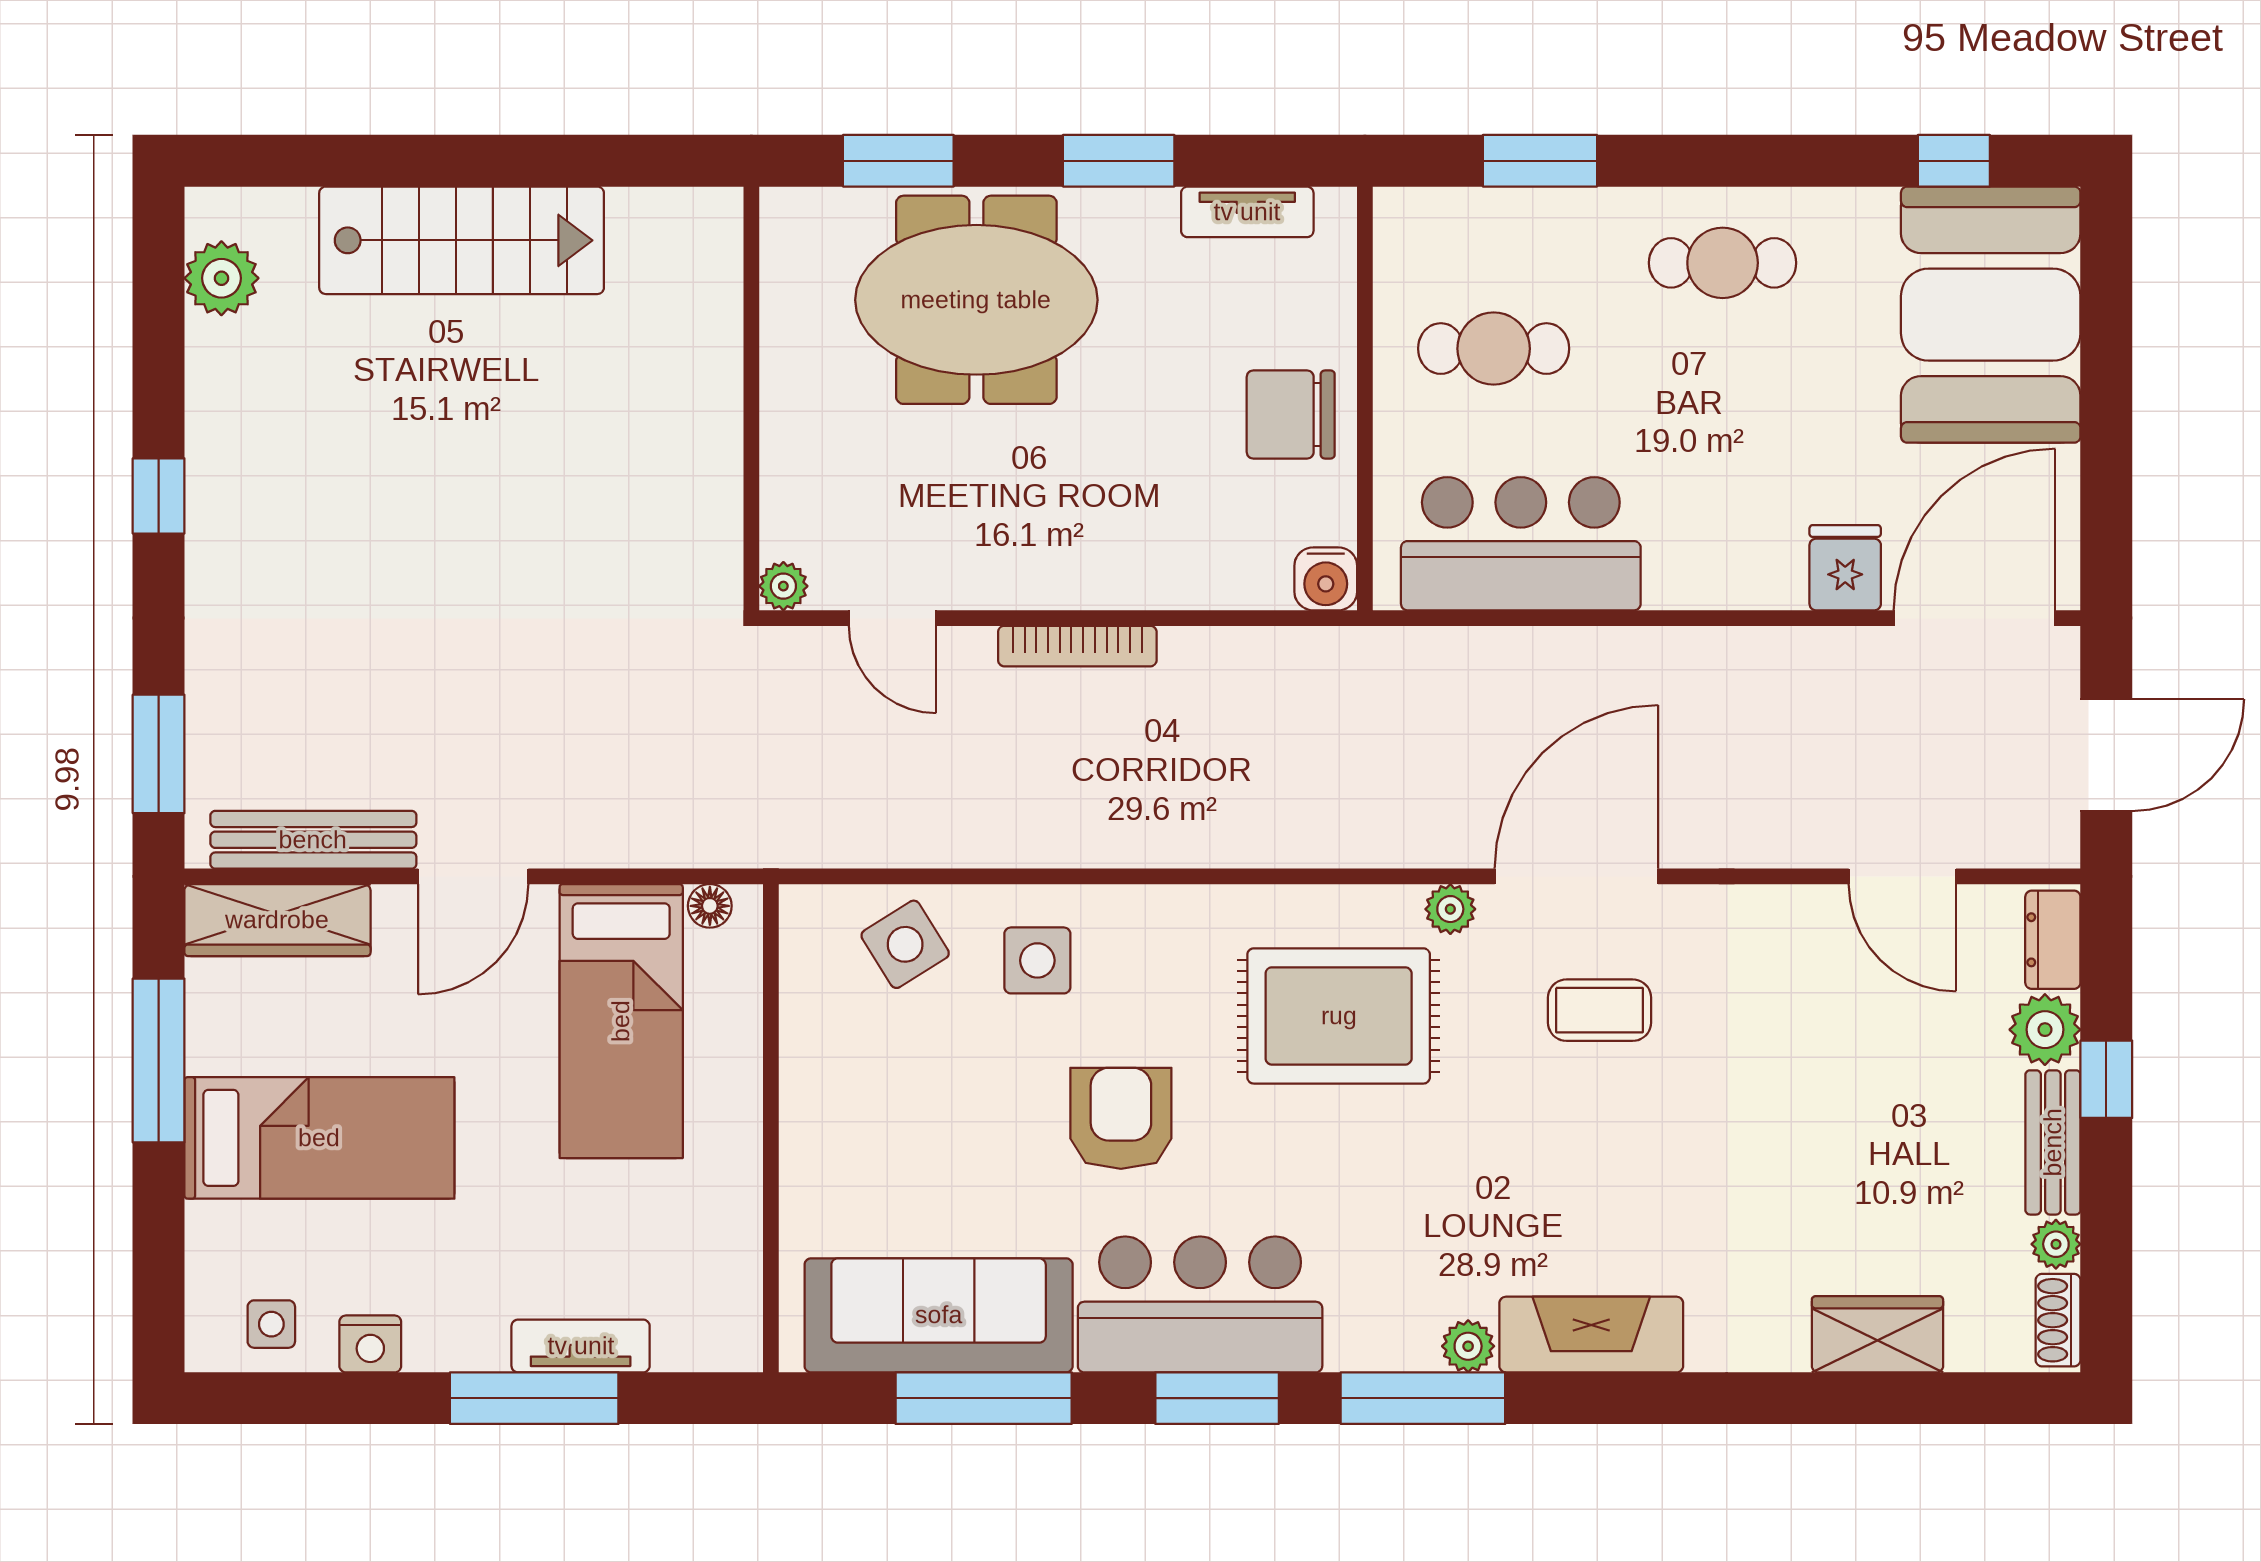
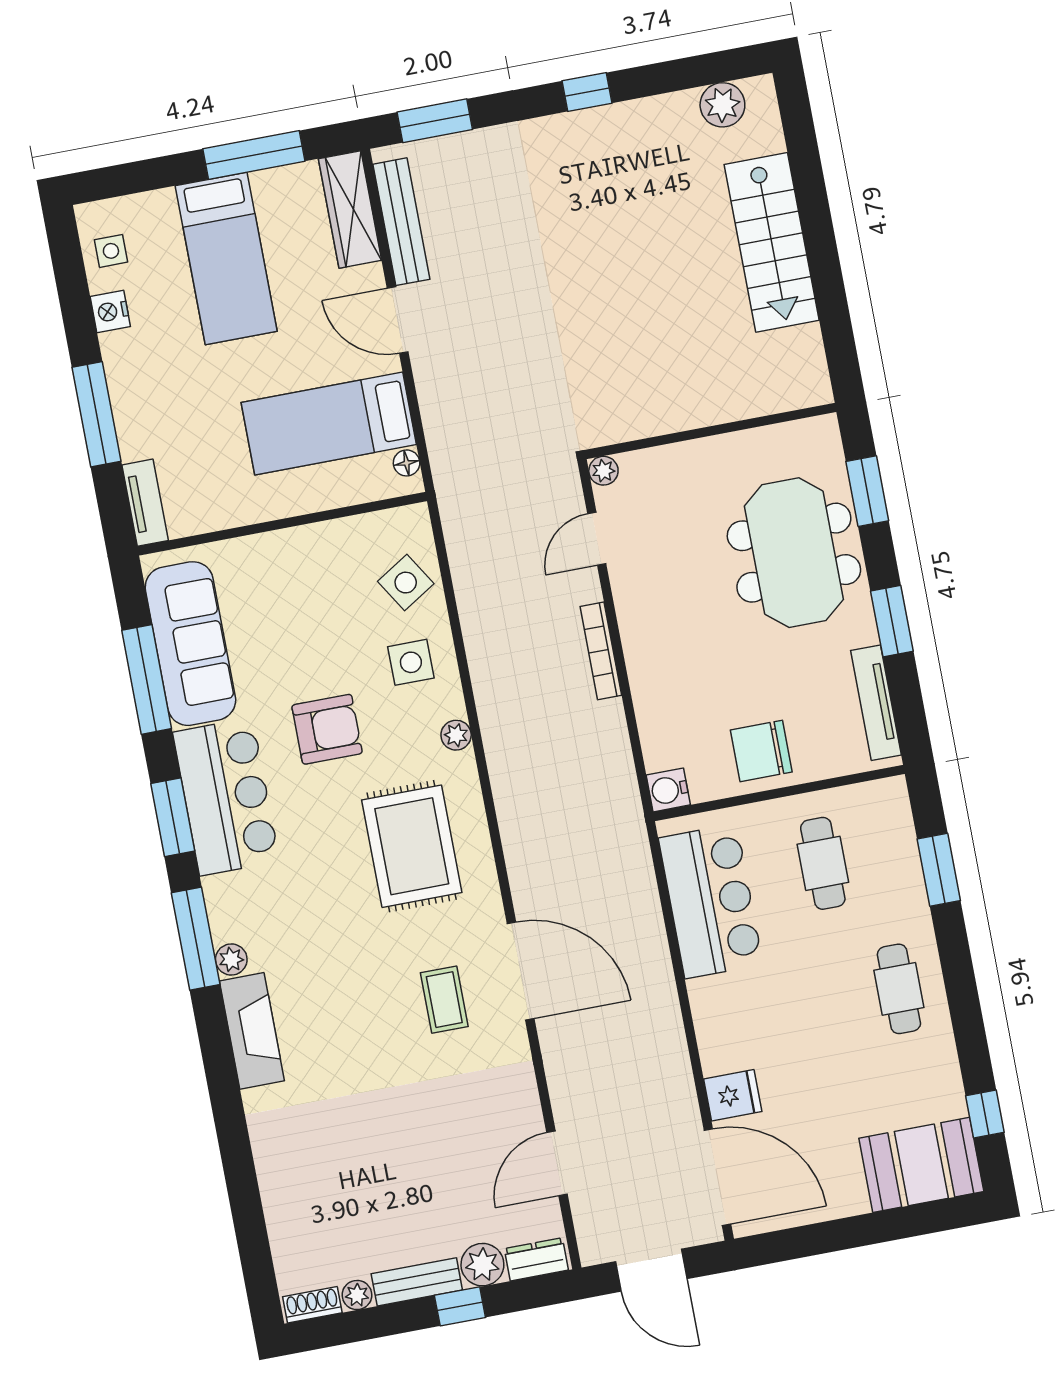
tv unit: (1247, 212) -> (876, 703), width x1.41
booth: (1991, 315) -> (921, 1165), width x0.73, depth x0.70
chair: (1291, 414) -> (761, 751), turned -90
plant: (1450, 909) -> (456, 735), moved
wardrobe: (1877, 1334) -> (284, 1200), removed
tv unit: (581, 1346) -> (145, 503), moved

